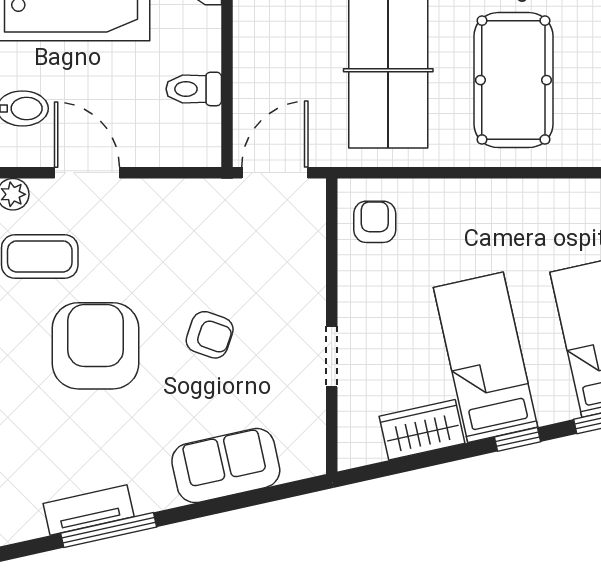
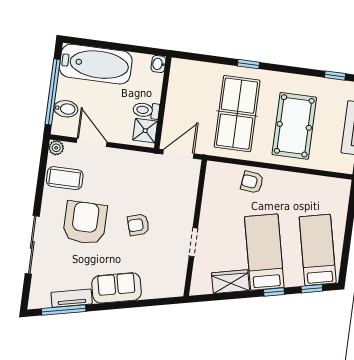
shower: (198, 133) -> (145, 131), added
armchair: (375, 222) -> (252, 182), moved, turned -83
armchair: (210, 335) -> (138, 225), turned 144
sofa: (226, 466) -> (117, 288), moved
window: (109, 530) -> (64, 310), moved

